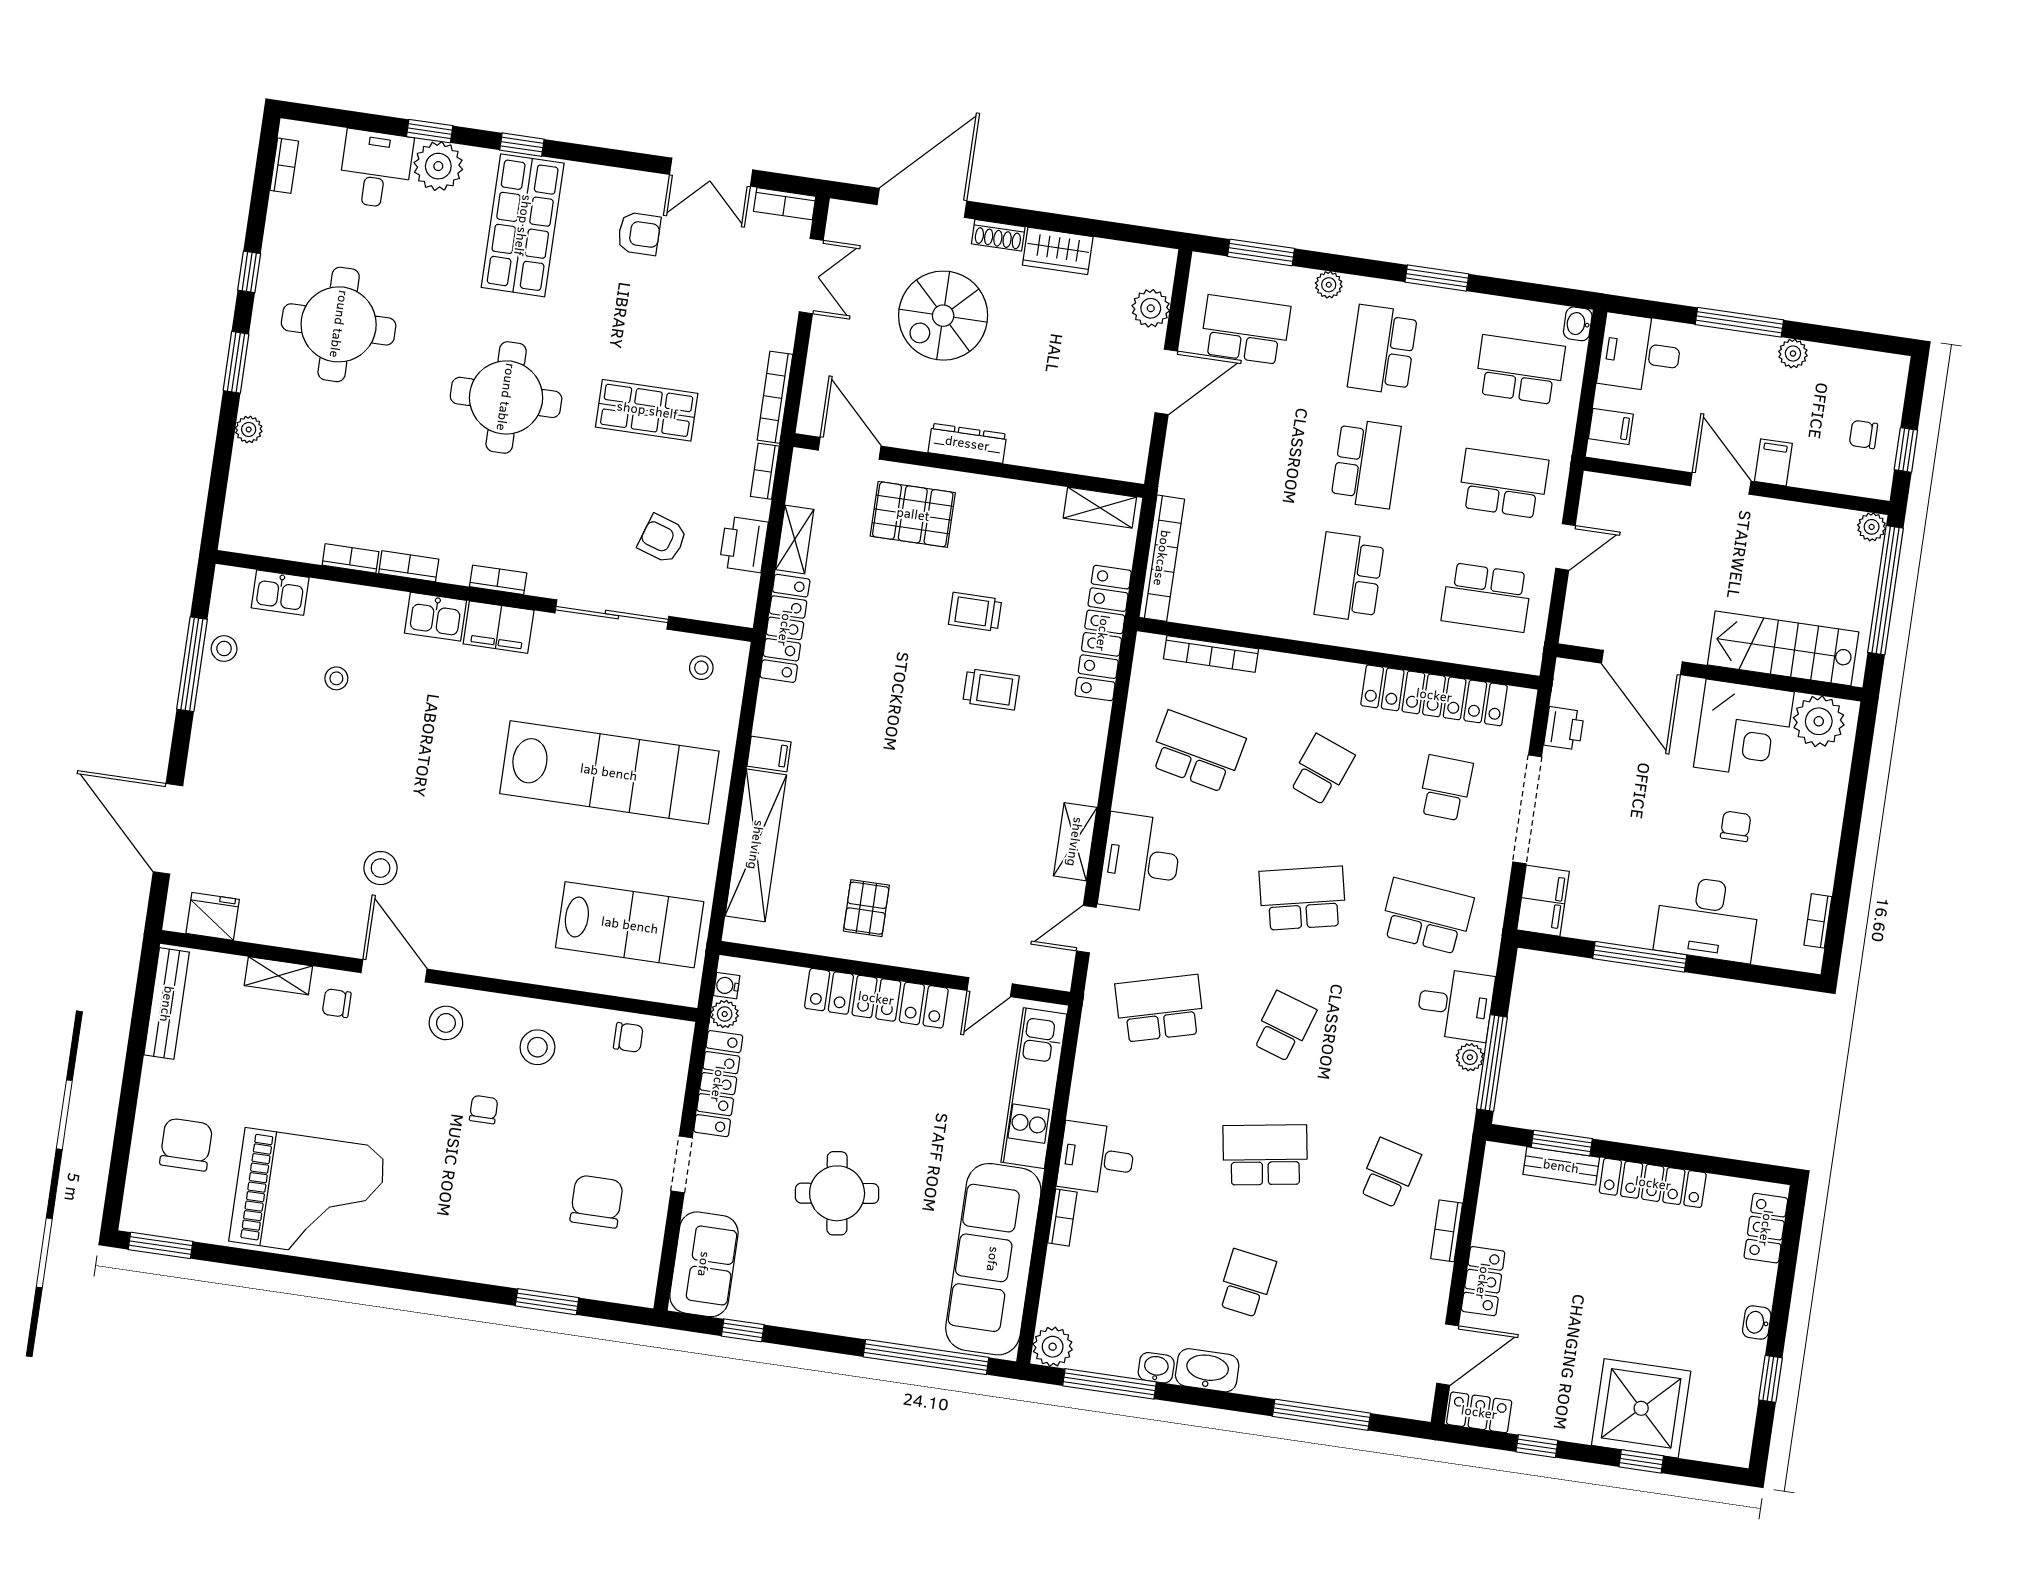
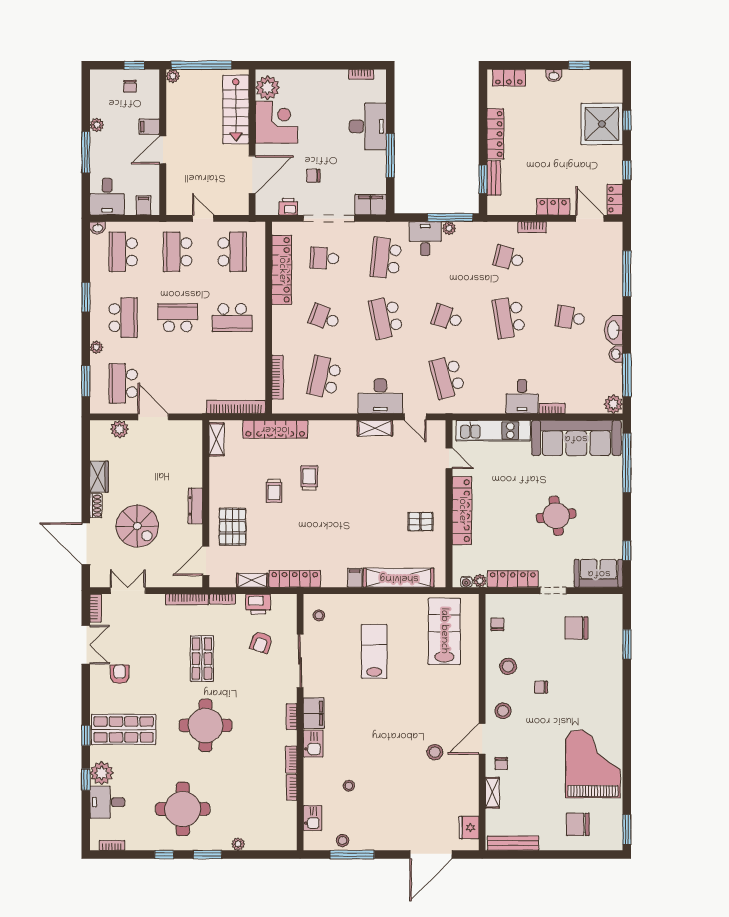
school desk: (1383, 350) -> (123, 318), turned -90
lab bench: (609, 772) -> (374, 651), width x0.54, depth x0.72
chair: (1736, 826) -> (313, 176), moved

